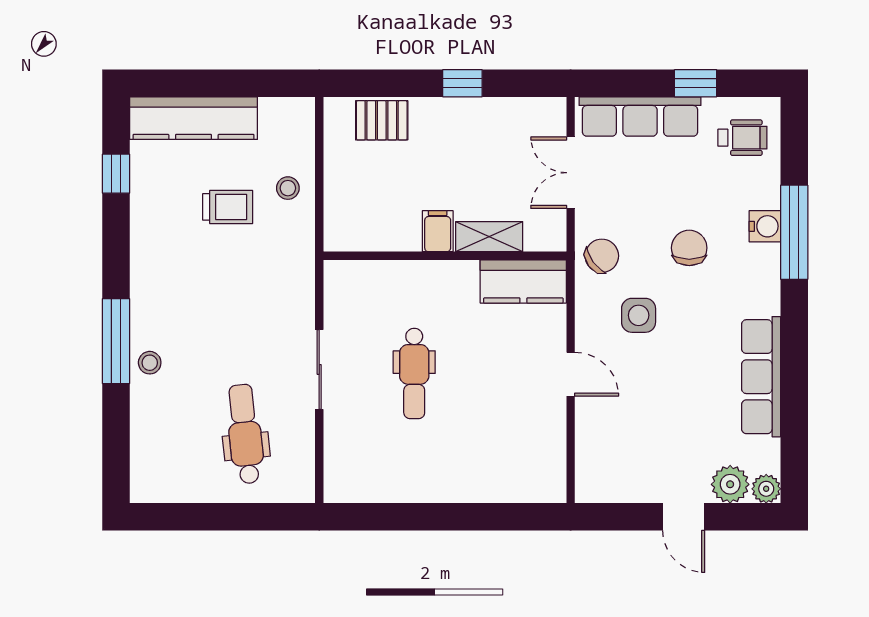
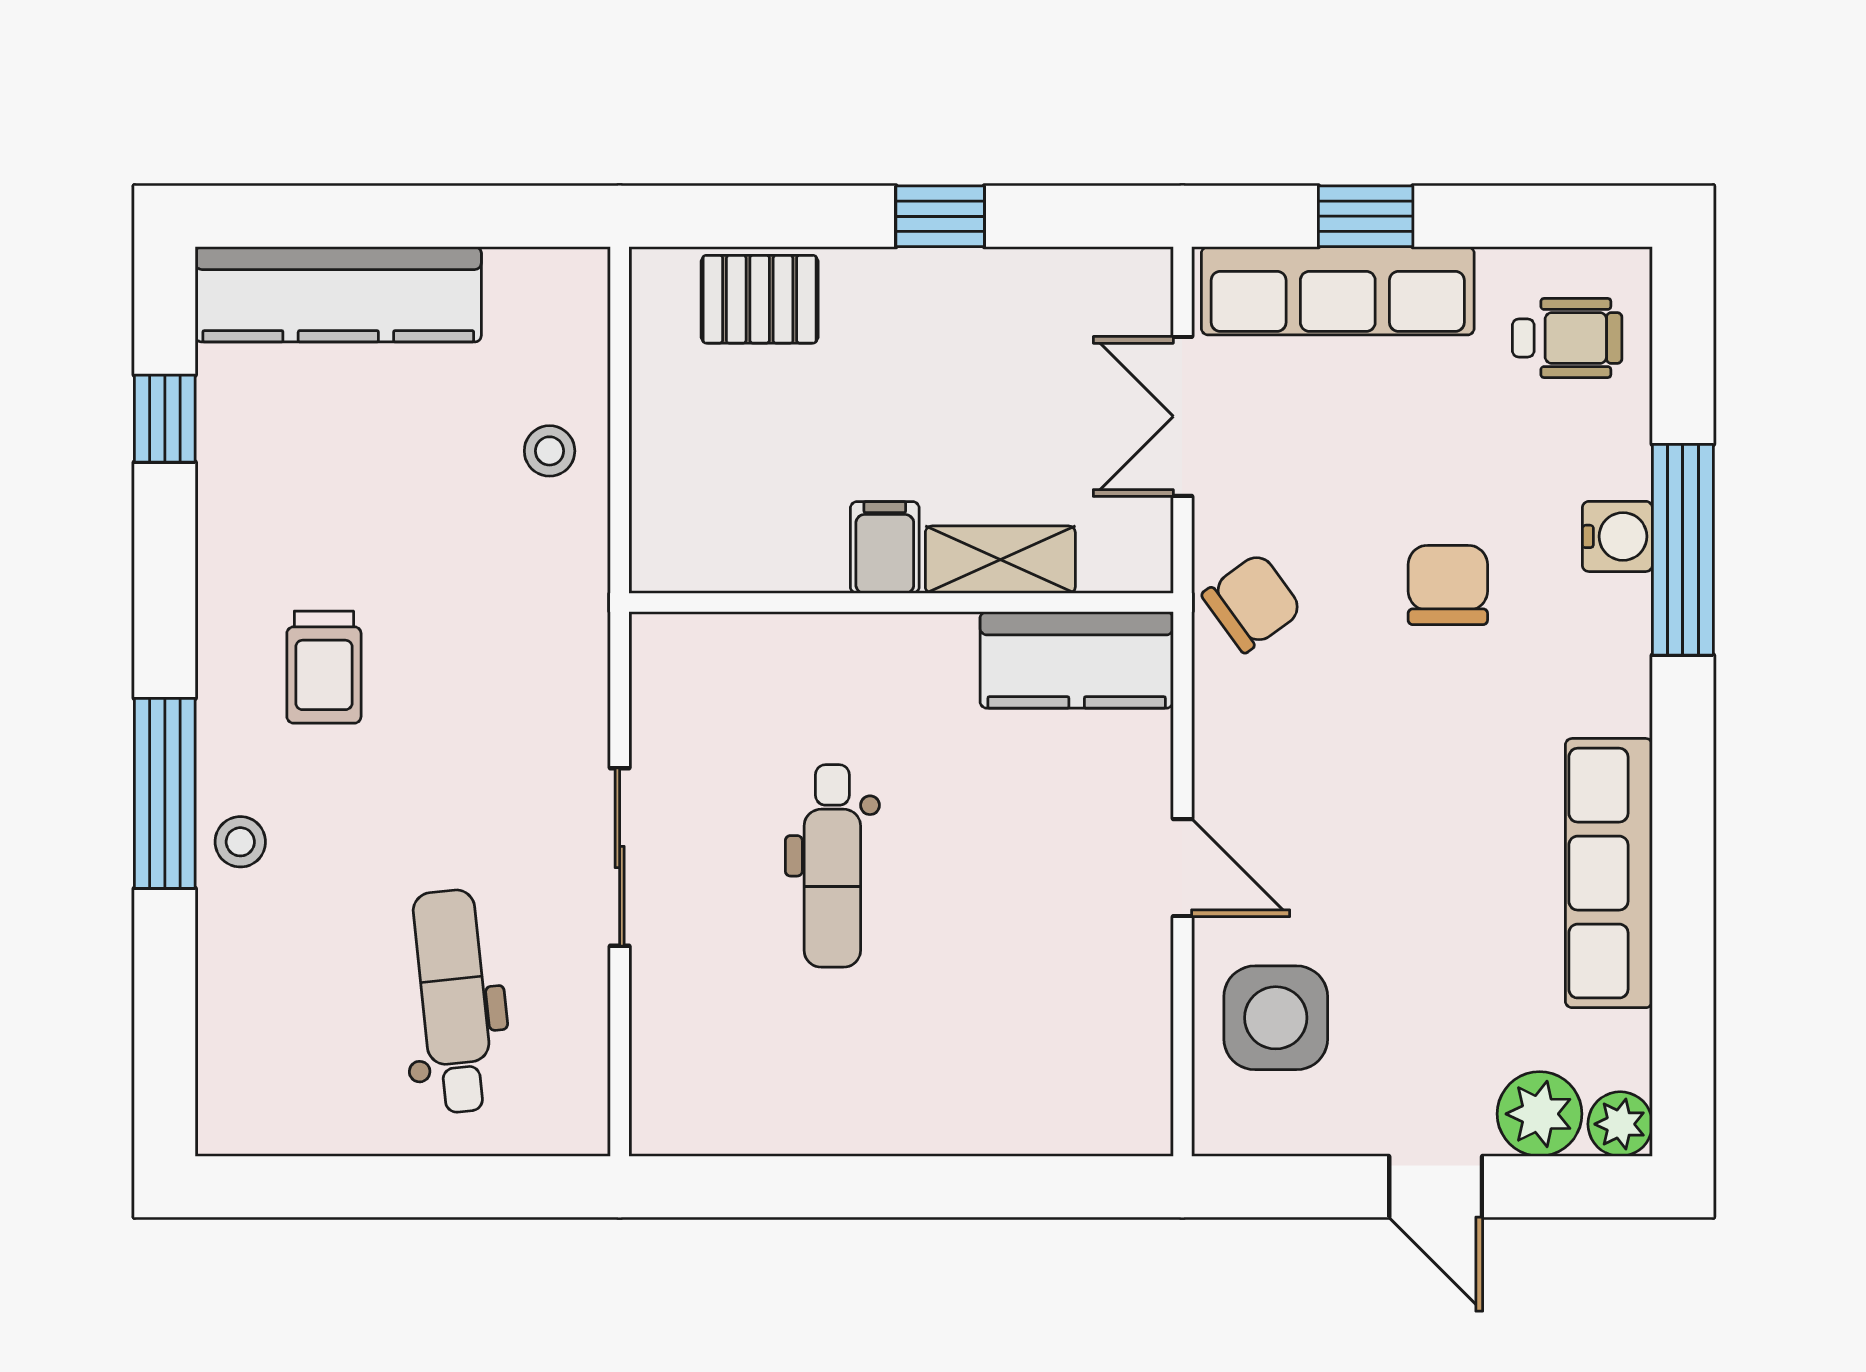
window: (696, 83) -> (1366, 216), moved
trolley: (228, 207) -> (324, 667), moved, turned 90
side table: (639, 315) -> (1276, 1018), moved, width x1.37, depth x1.37

